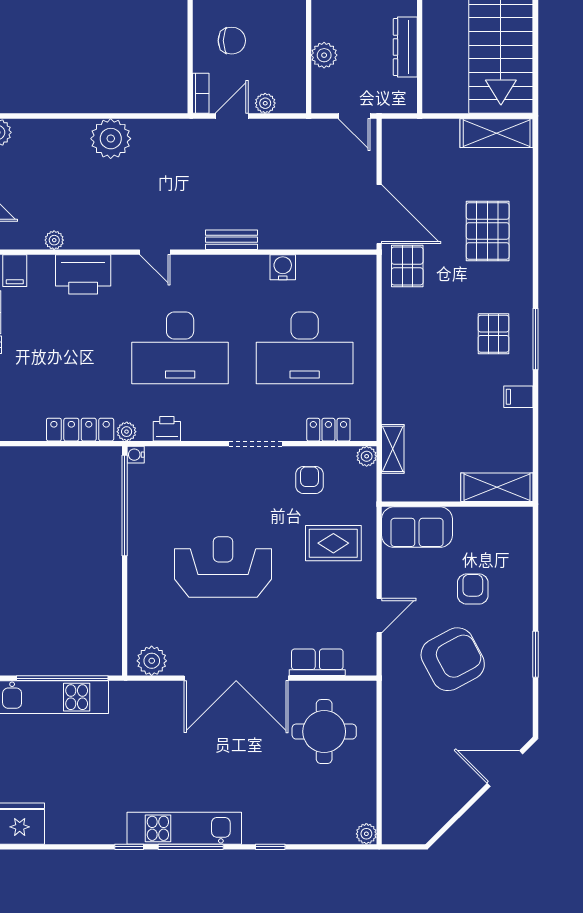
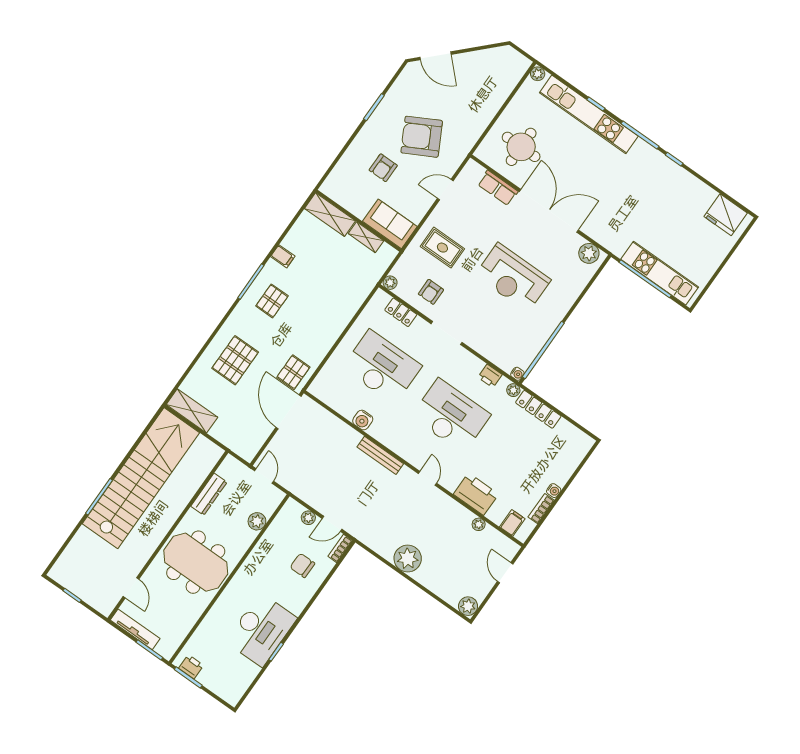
bench: (232, 240) -> (380, 455), width x1.36
shelving: (393, 449) -> (366, 237), moved, turned 90
kitchen unit: (184, 828) -> (589, 114), moved, width x1.36

